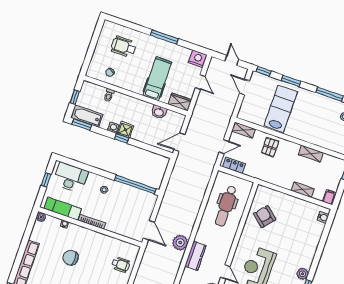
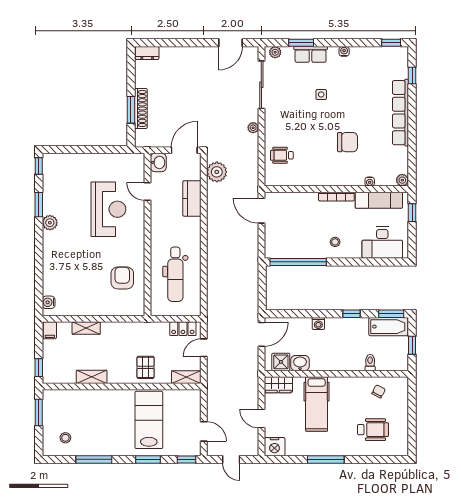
lab bench: (281, 109) -> (149, 420), turned 180
washing machine: (113, 128) -> (318, 324), moved
shower: (125, 130) -> (281, 362), moved
window: (122, 138) -> (351, 314), moved
window: (46, 180) -> (412, 213), moved
dental chair: (226, 206) -> (175, 274), turned 180
armchair: (265, 217) -> (122, 278), turned -131
plant: (180, 243) -> (217, 172), moved

